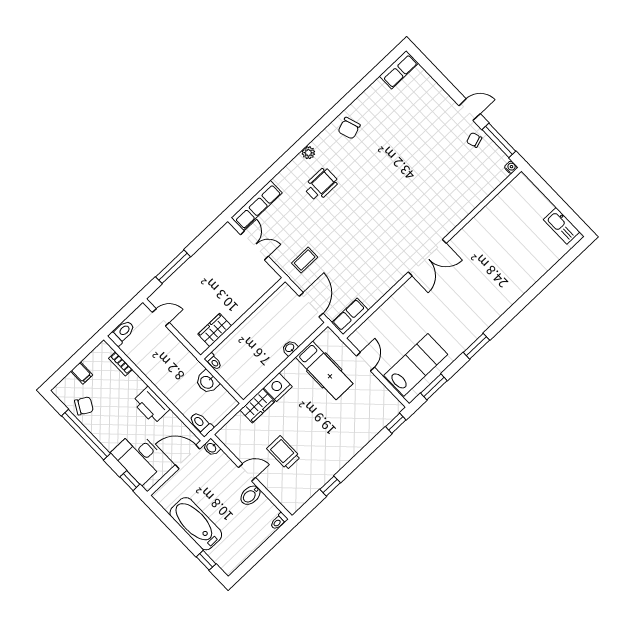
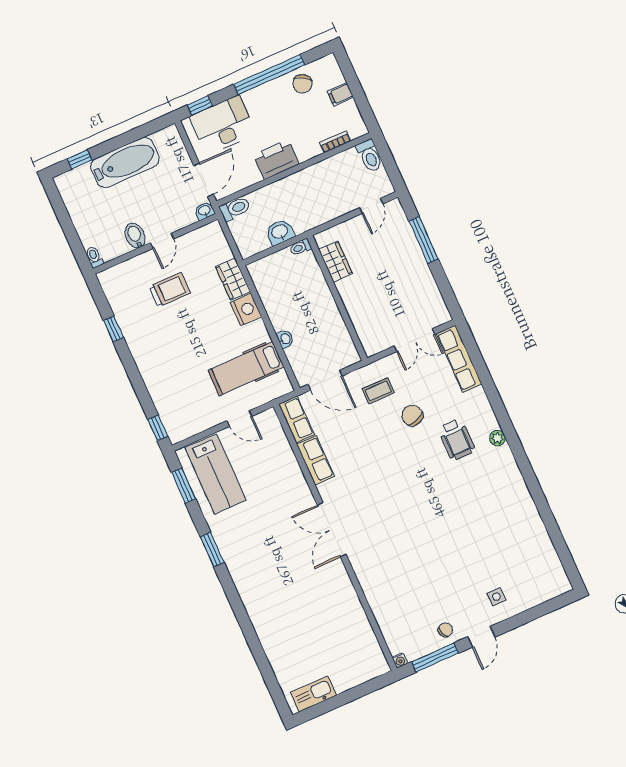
row of seats: (399, 70) -> (315, 460), moved, turned 180
side table: (434, 109) -> (496, 597), added
chair: (349, 128) -> (412, 415), moved
coffee table: (305, 260) -> (378, 391), turned 90

